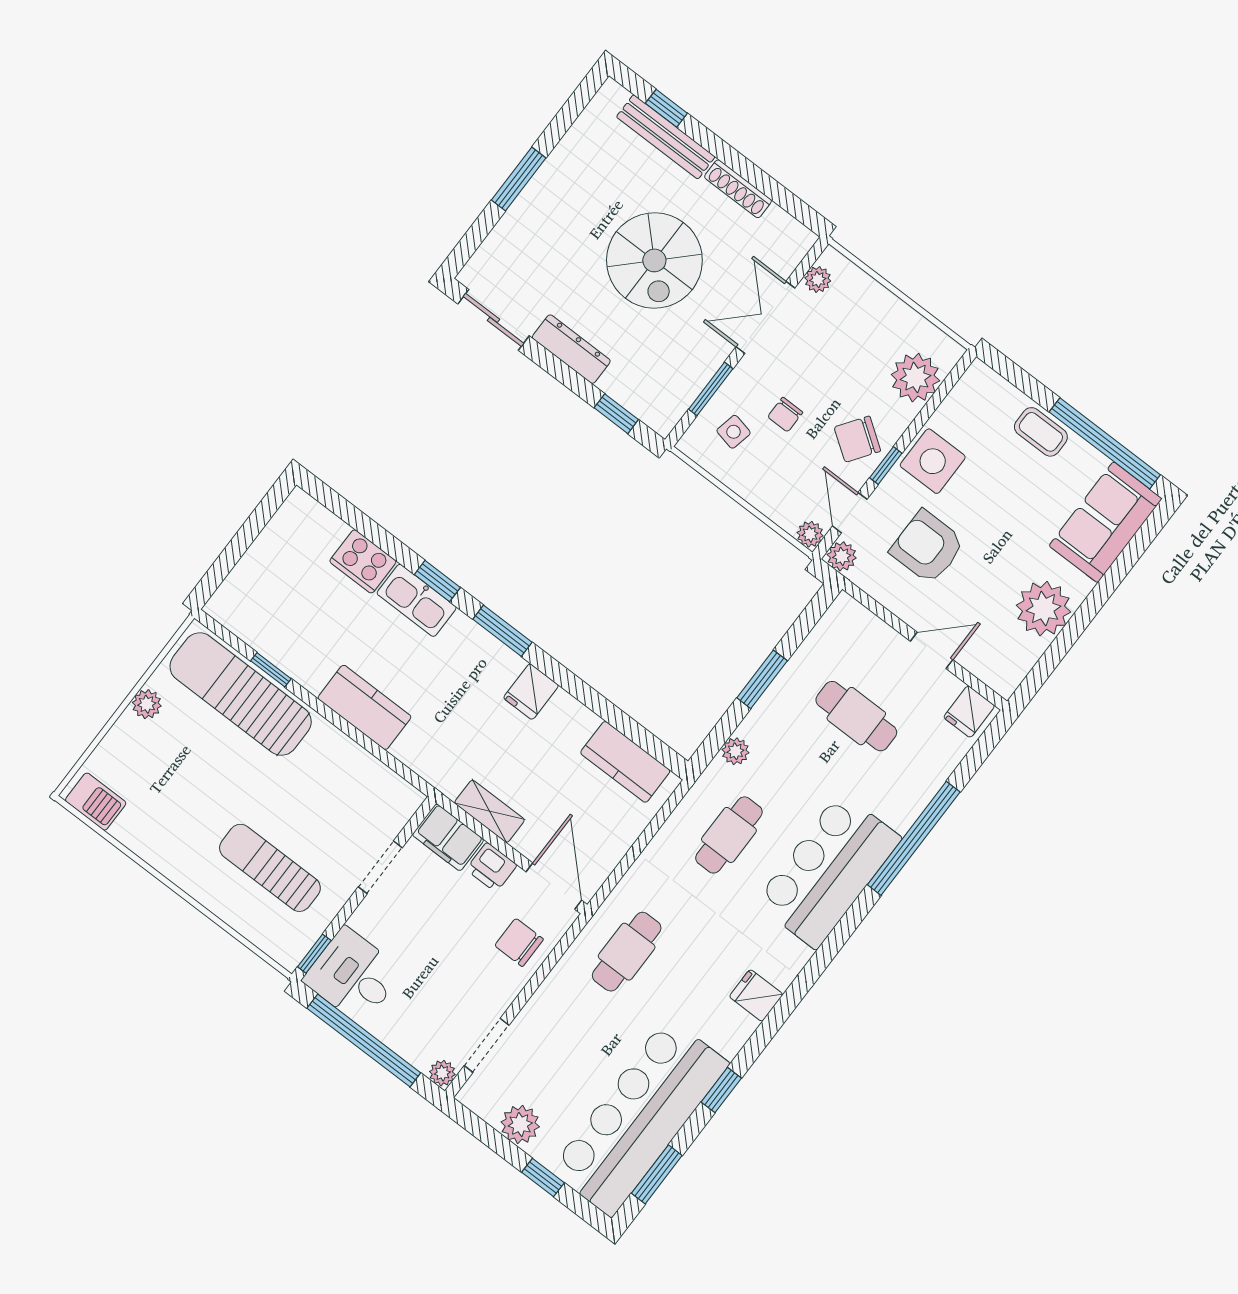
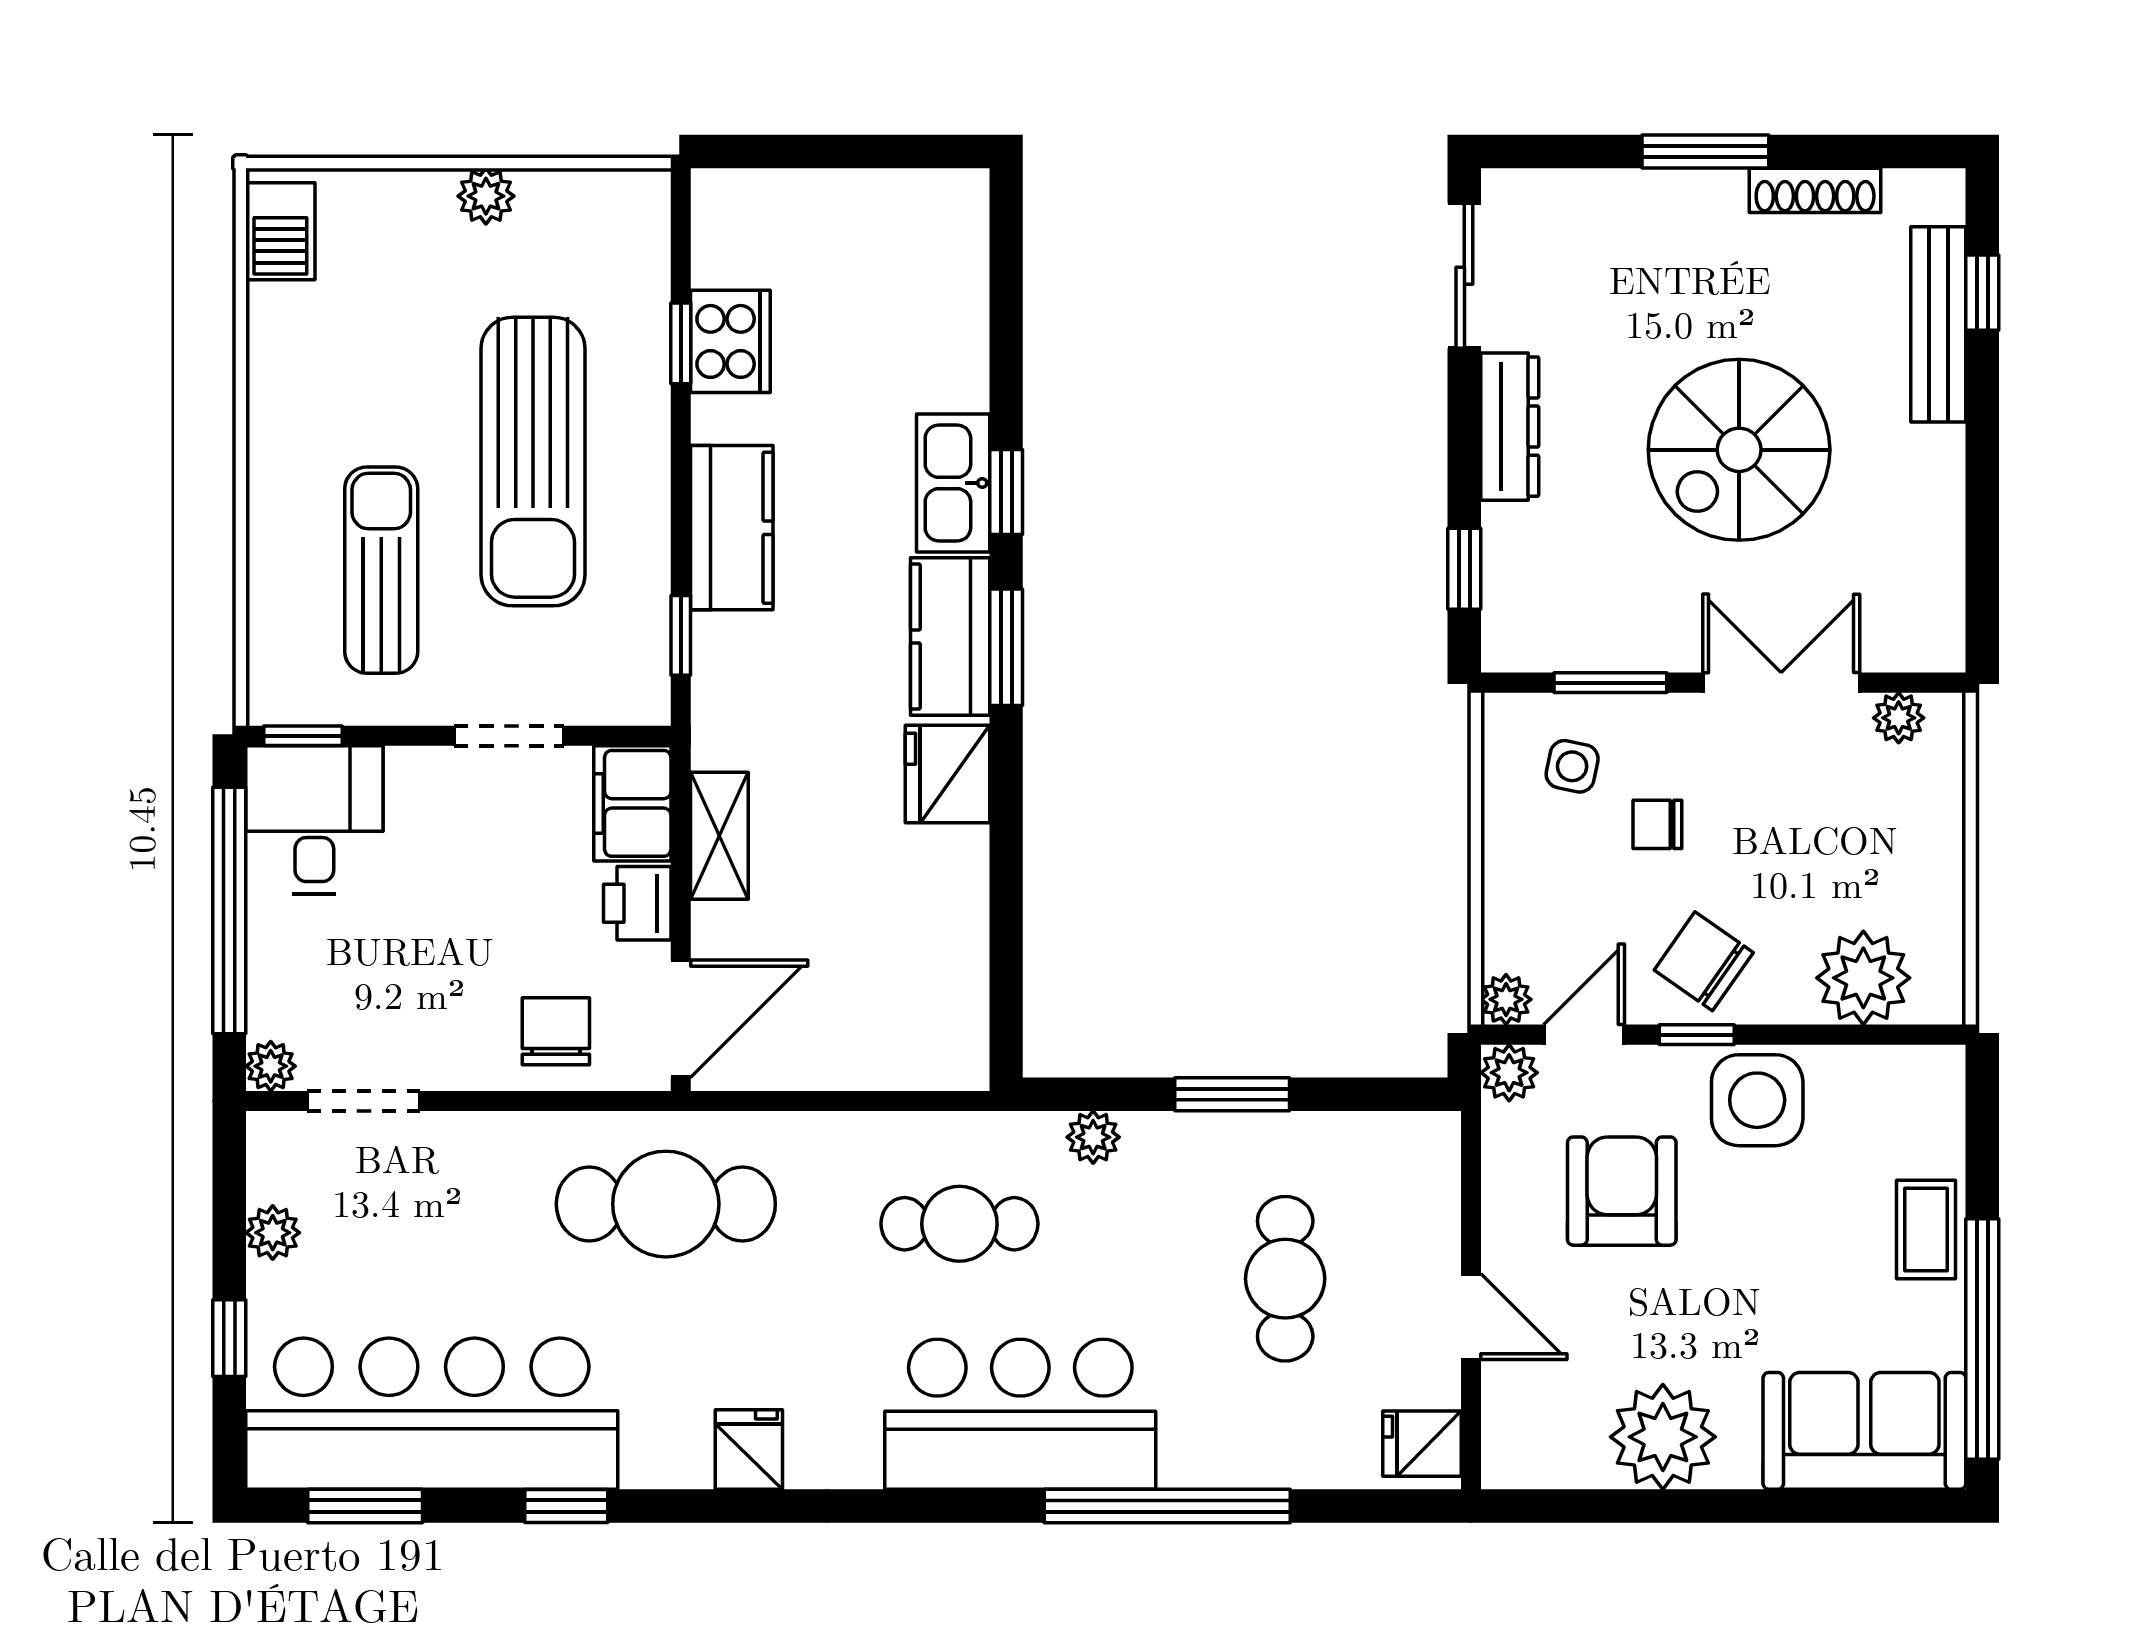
shoe rack: (738, 189) -> (1815, 190), moved, turned -90
cooker: (363, 561) -> (730, 341), moved, turned 180
fridge: (531, 692) -> (947, 774), width x1.38
sun lounger: (241, 694) -> (533, 462), moved, turned 180
kitchen counter: (625, 762) -> (950, 636), moved
window: (393, 763) -> (681, 635), added
cafe table: (627, 952) -> (666, 1204), width x1.37, depth x1.35
plant: (520, 1124) -> (273, 1233), width x0.73, depth x0.73

